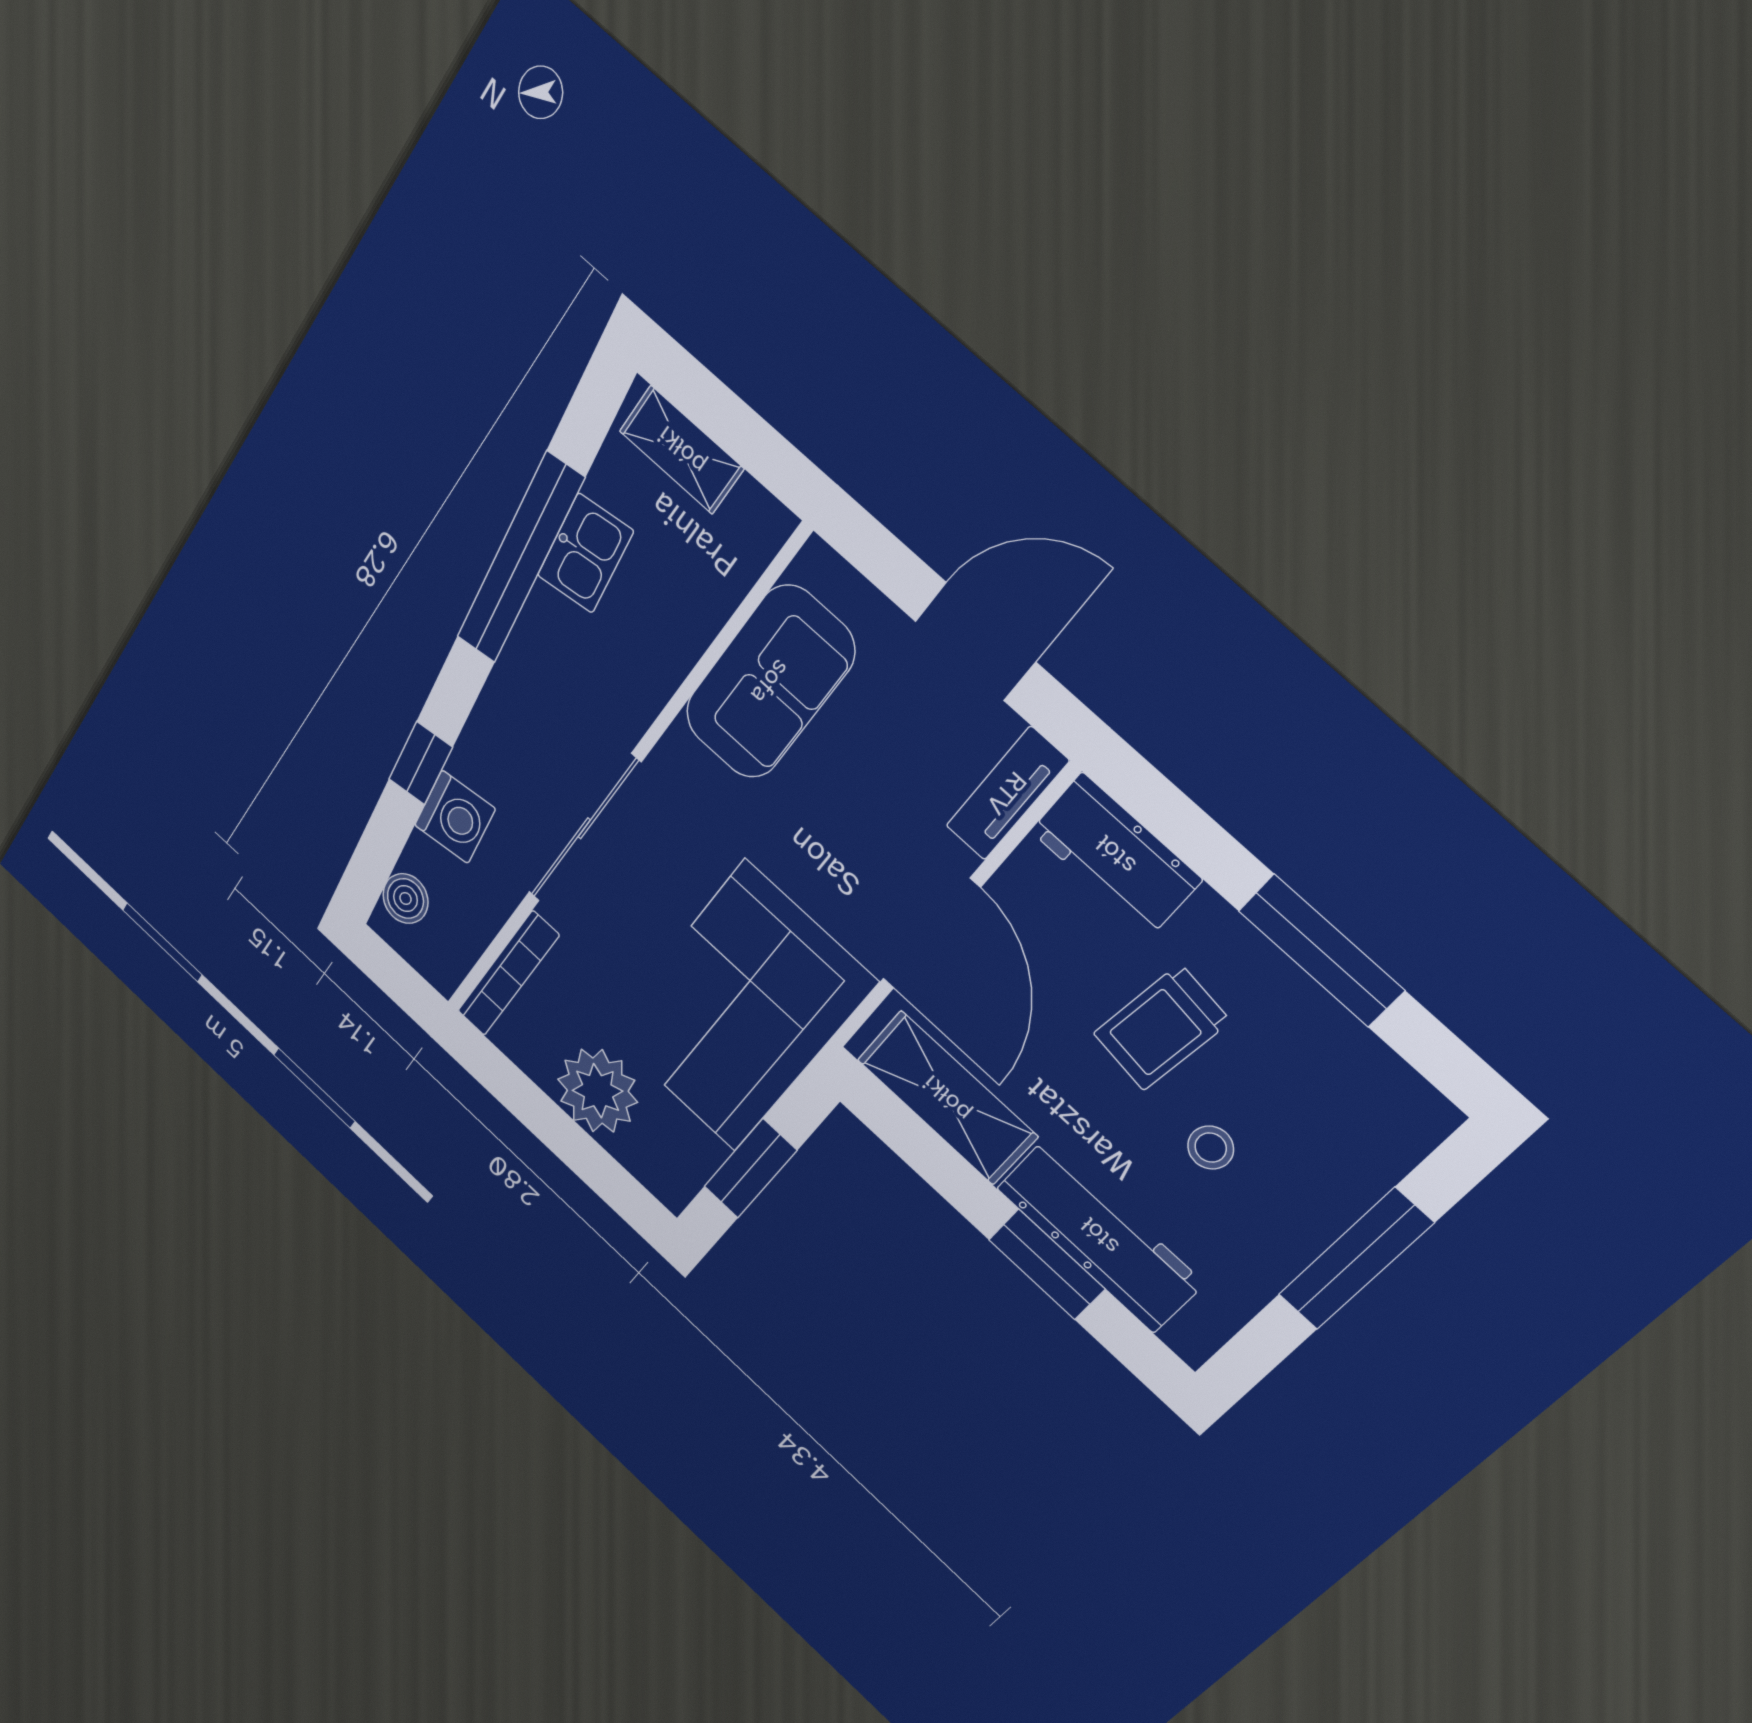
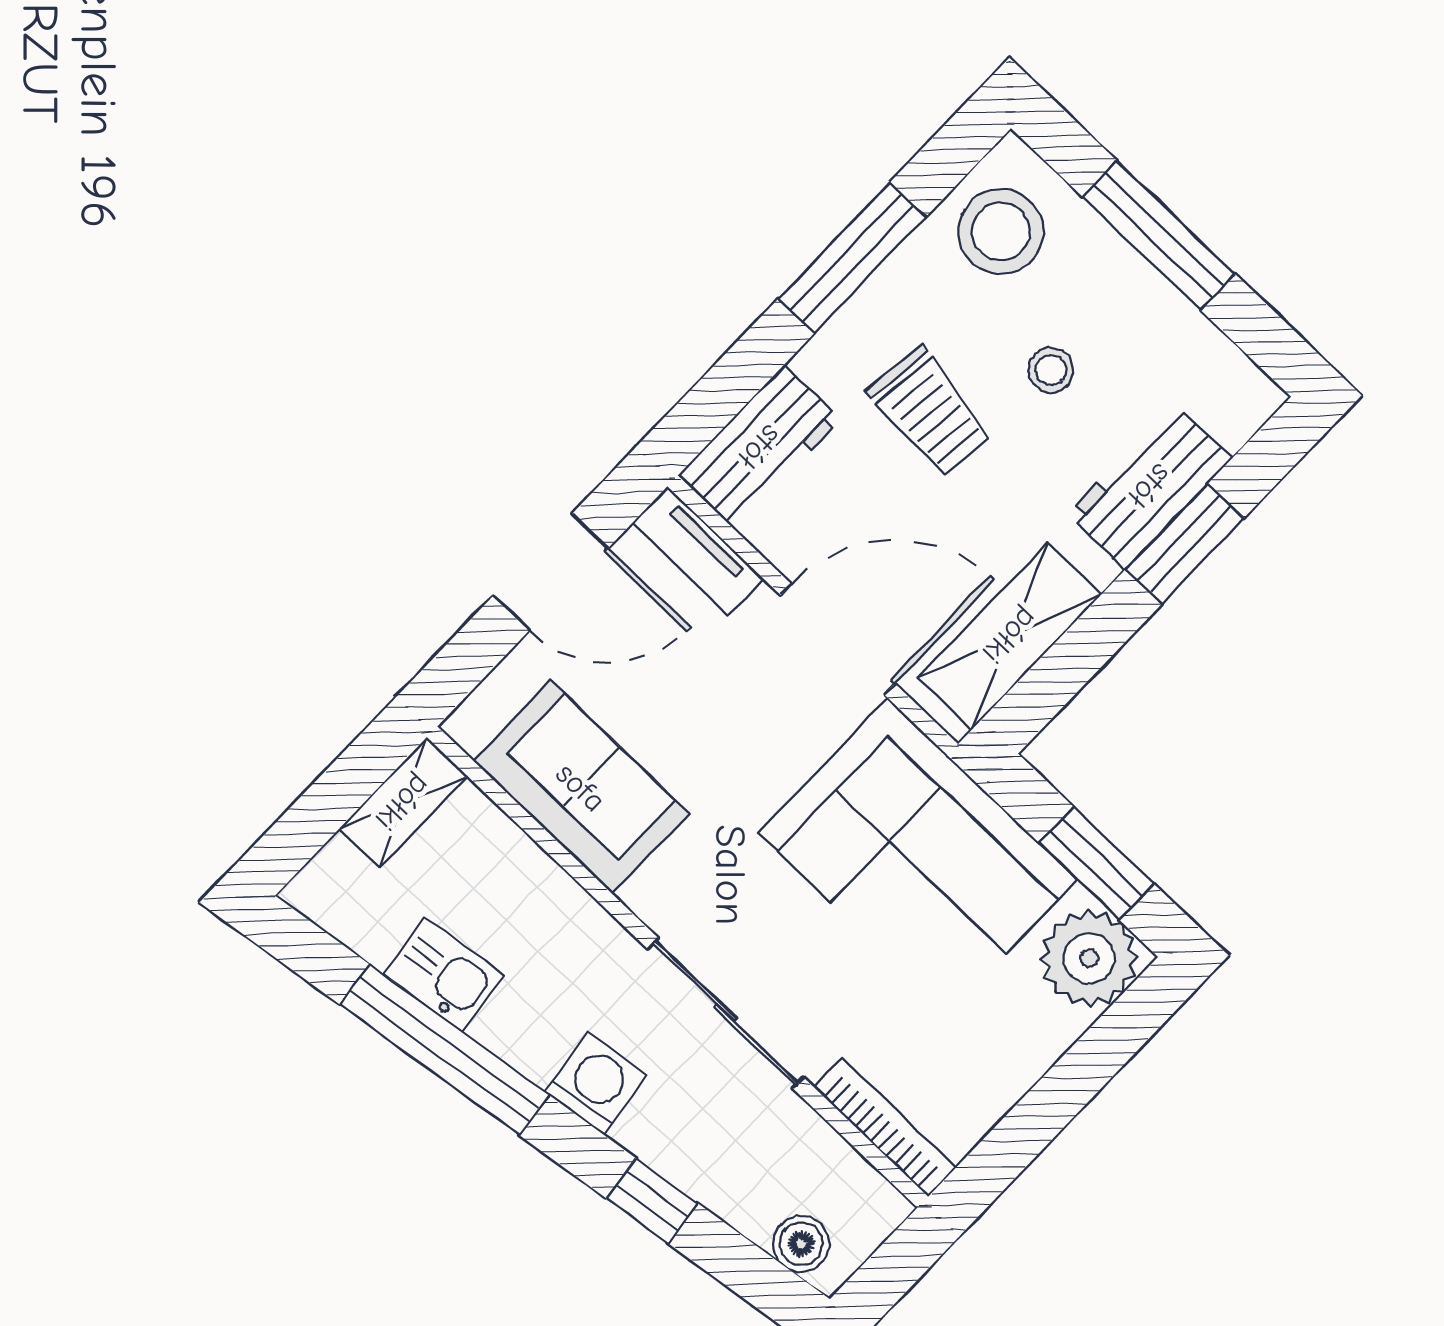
shelving: (682, 450) -> (403, 803), moved
door: (975, 641) -> (551, 572), swing flipped
washing machine: (455, 817) -> (596, 1084), moved
plant: (598, 1091) -> (1089, 958), moved
stool: (1355, 1103) -> (1001, 231), added
workbench: (1100, 1236) -> (1150, 486), width x0.73

